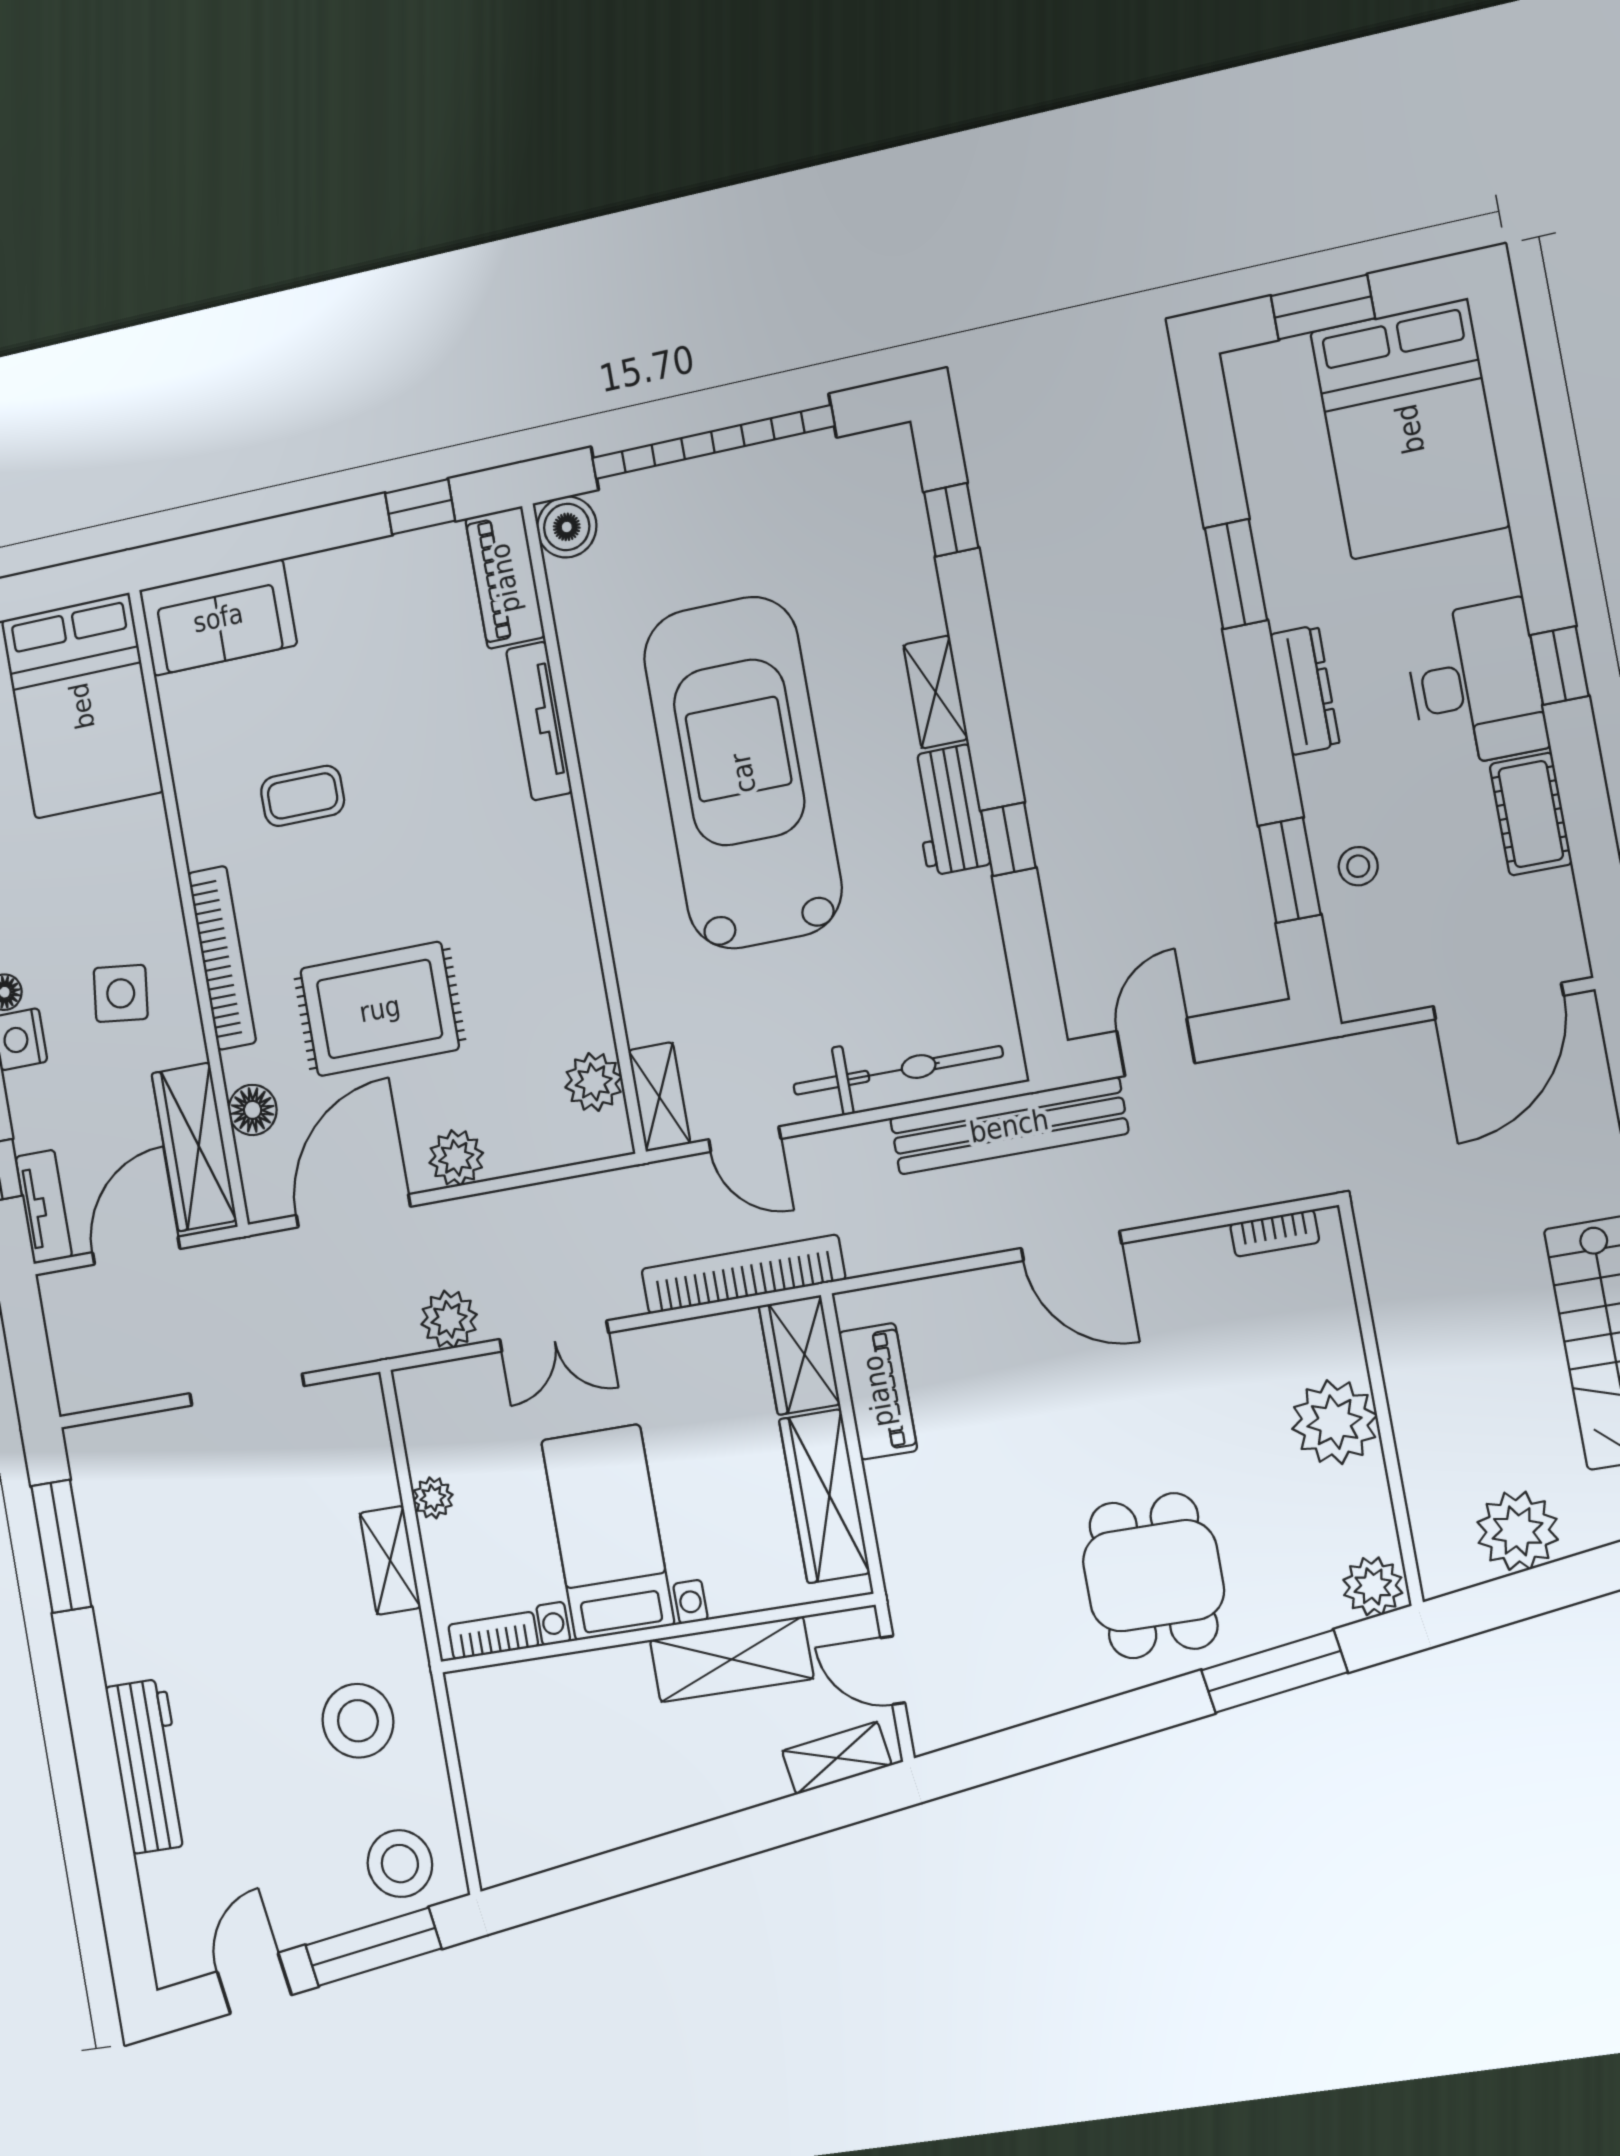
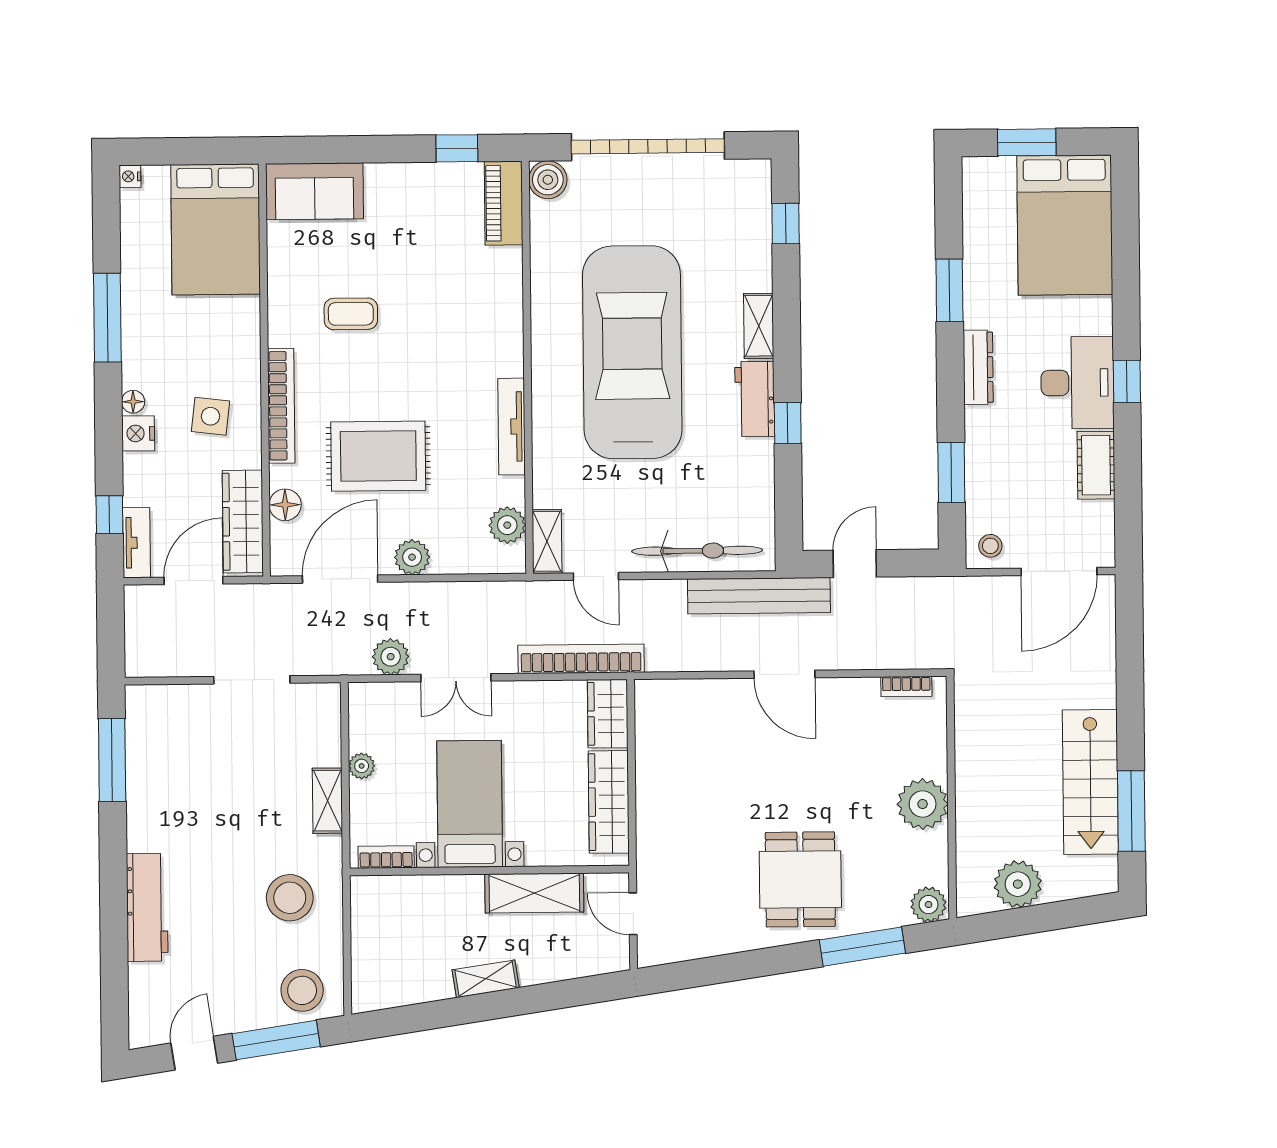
tv unit: (539, 721) -> (512, 427), moved
stool: (1358, 866) -> (990, 546), moved
piano: (878, 1391) -> (652, 743), removed
shelving: (837, 1758) -> (486, 979), moved

